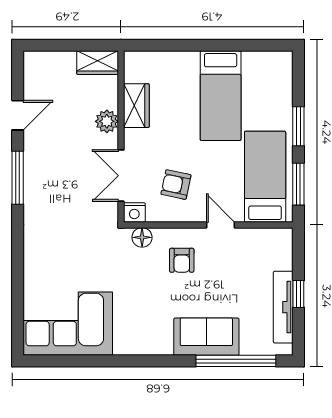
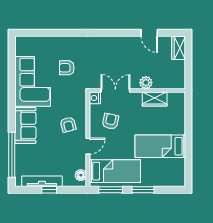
wardrobe: (98, 63) -> (179, 48), moved
window: (18, 178) -> (114, 33), removed
floor lamp: (142, 237) -> (81, 175), moved
armchair: (182, 260) -> (68, 125), turned -106
armchair: (80, 263) -> (67, 68), added
corner sofa: (68, 324) -> (33, 81), moved
sofa: (206, 337) -> (25, 125), moved

